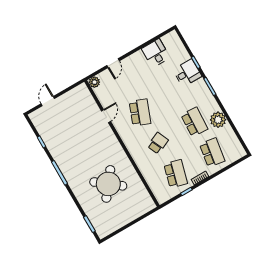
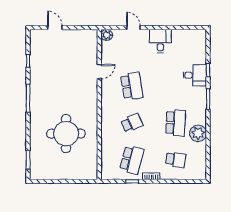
desk: (156, 53) -> (160, 41), moved
door: (113, 63) -> (133, 28), swing flipped
door: (48, 101) -> (55, 28), hinge flipped
school desk: (140, 112) -> (132, 86), turned -30
school desk: (212, 153) -> (176, 160), width x0.54
round table: (108, 184) -> (66, 134), turned -38

